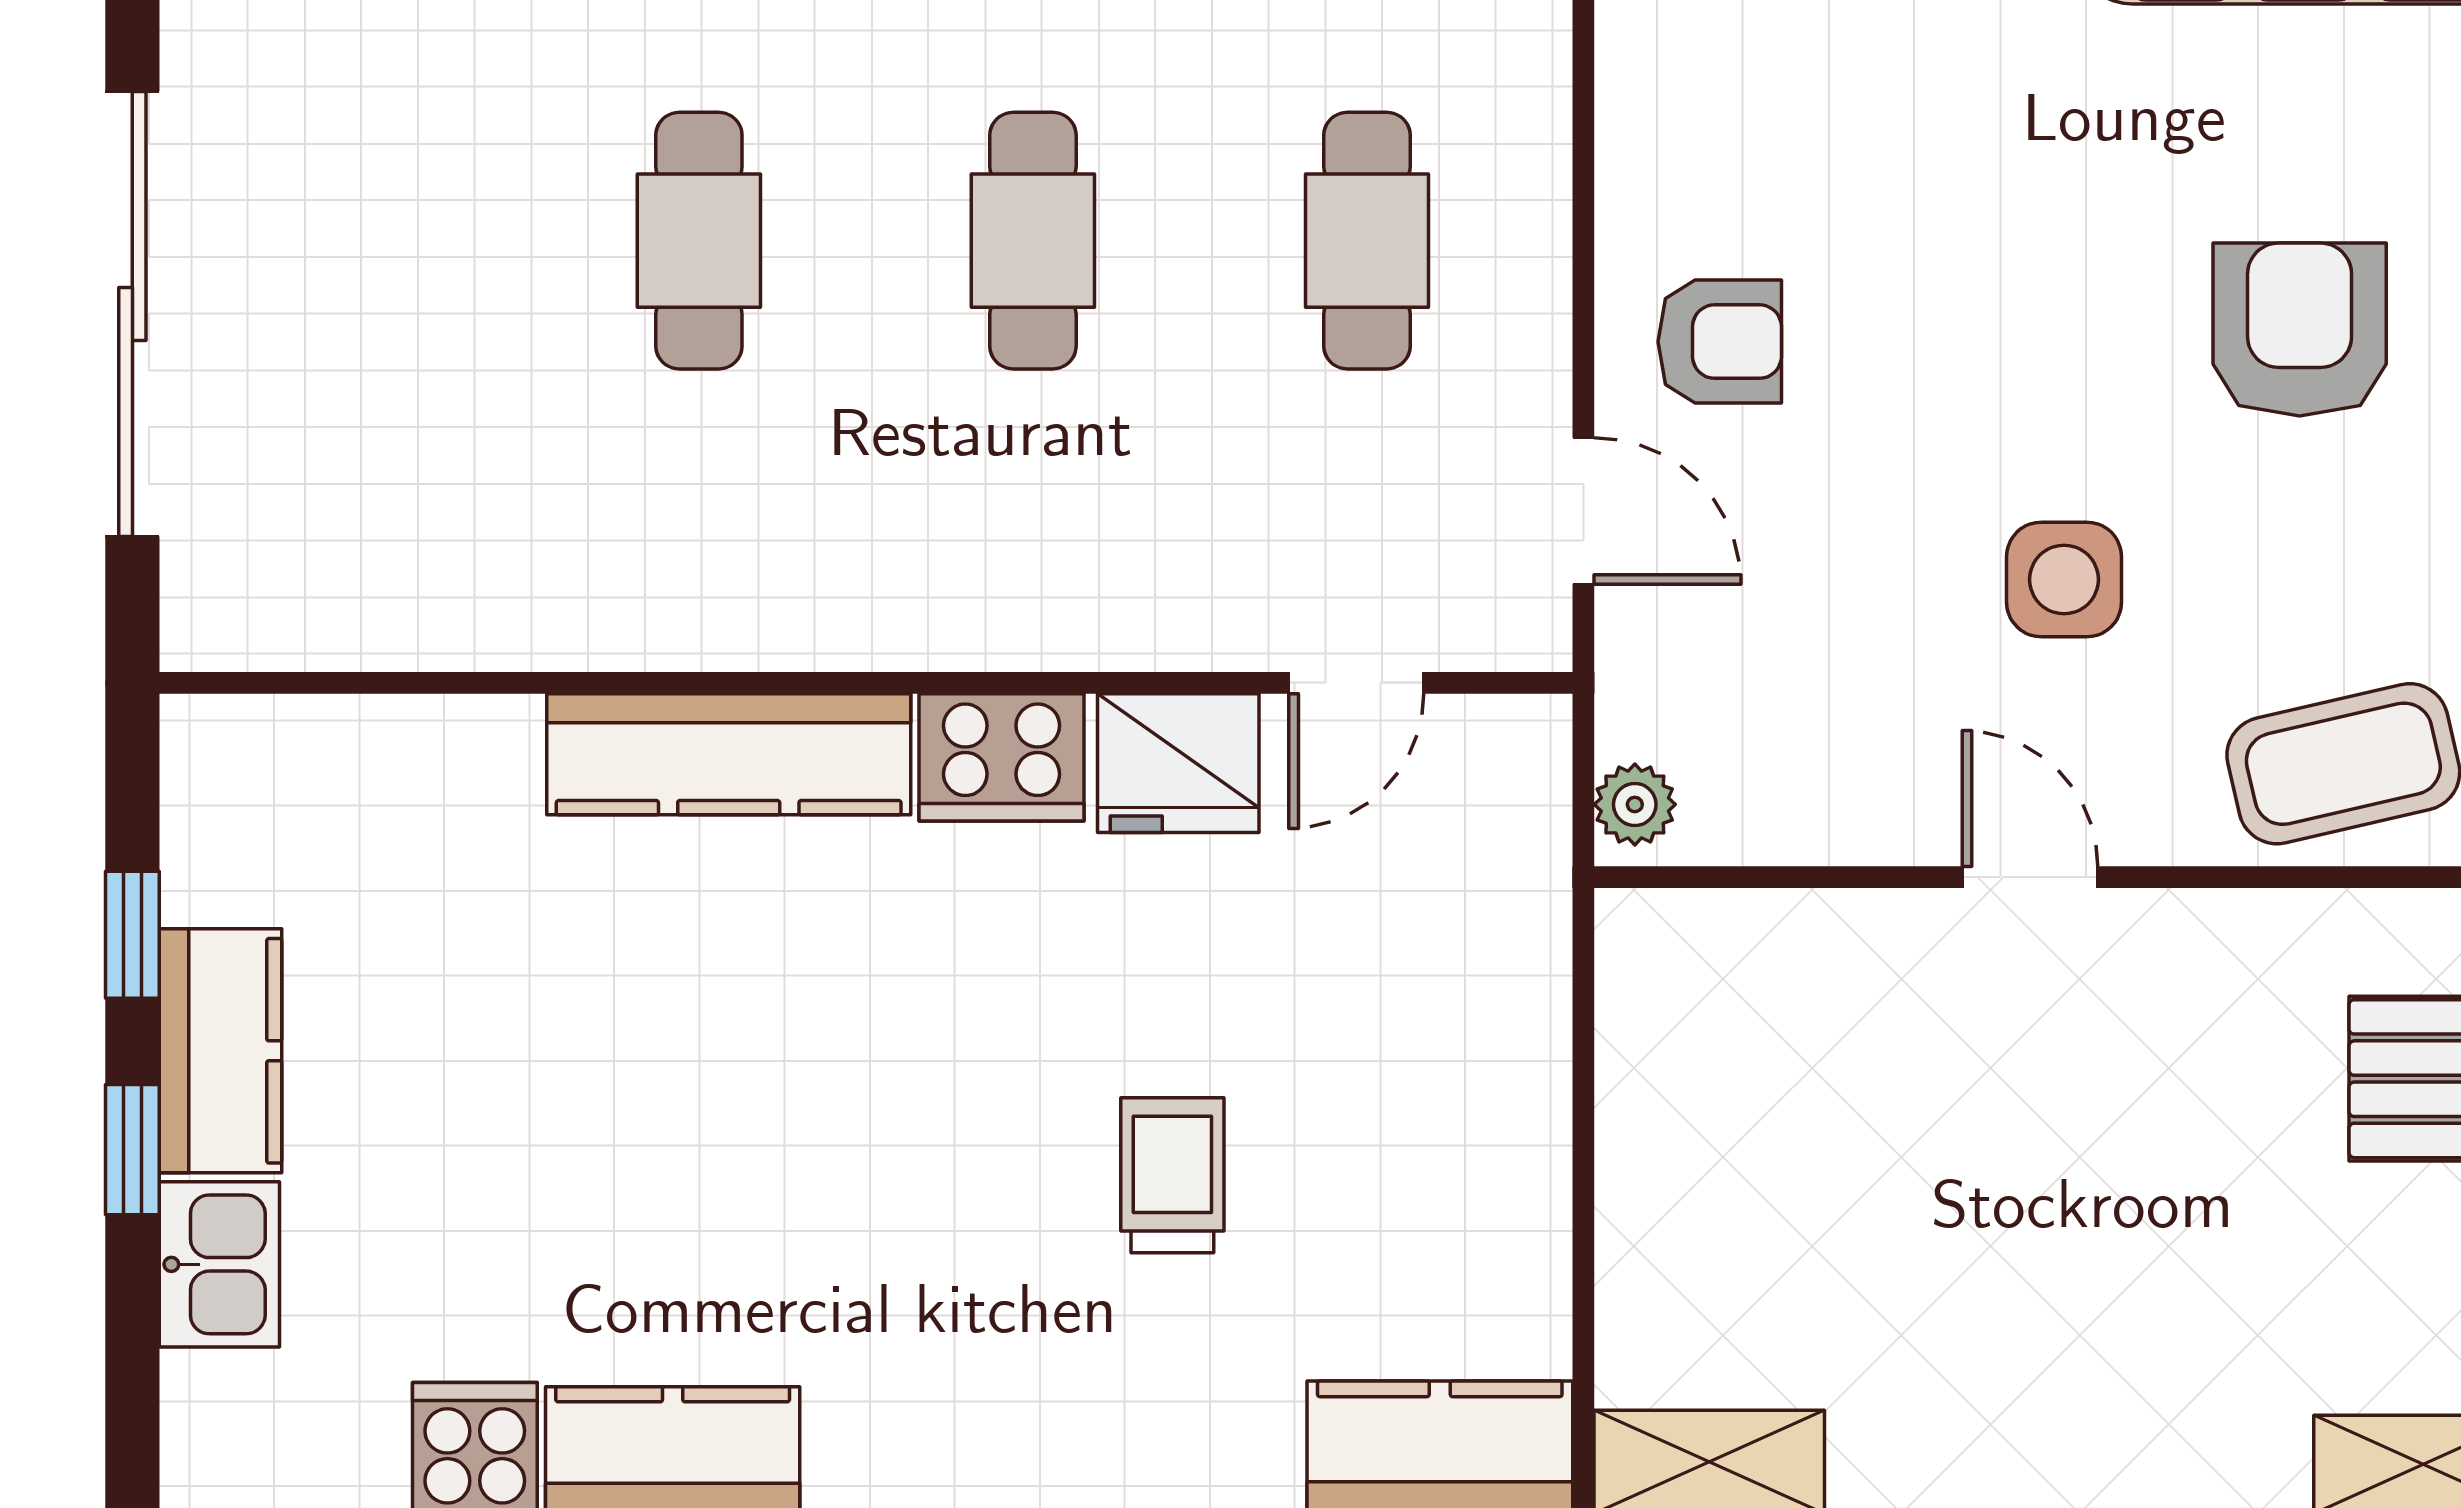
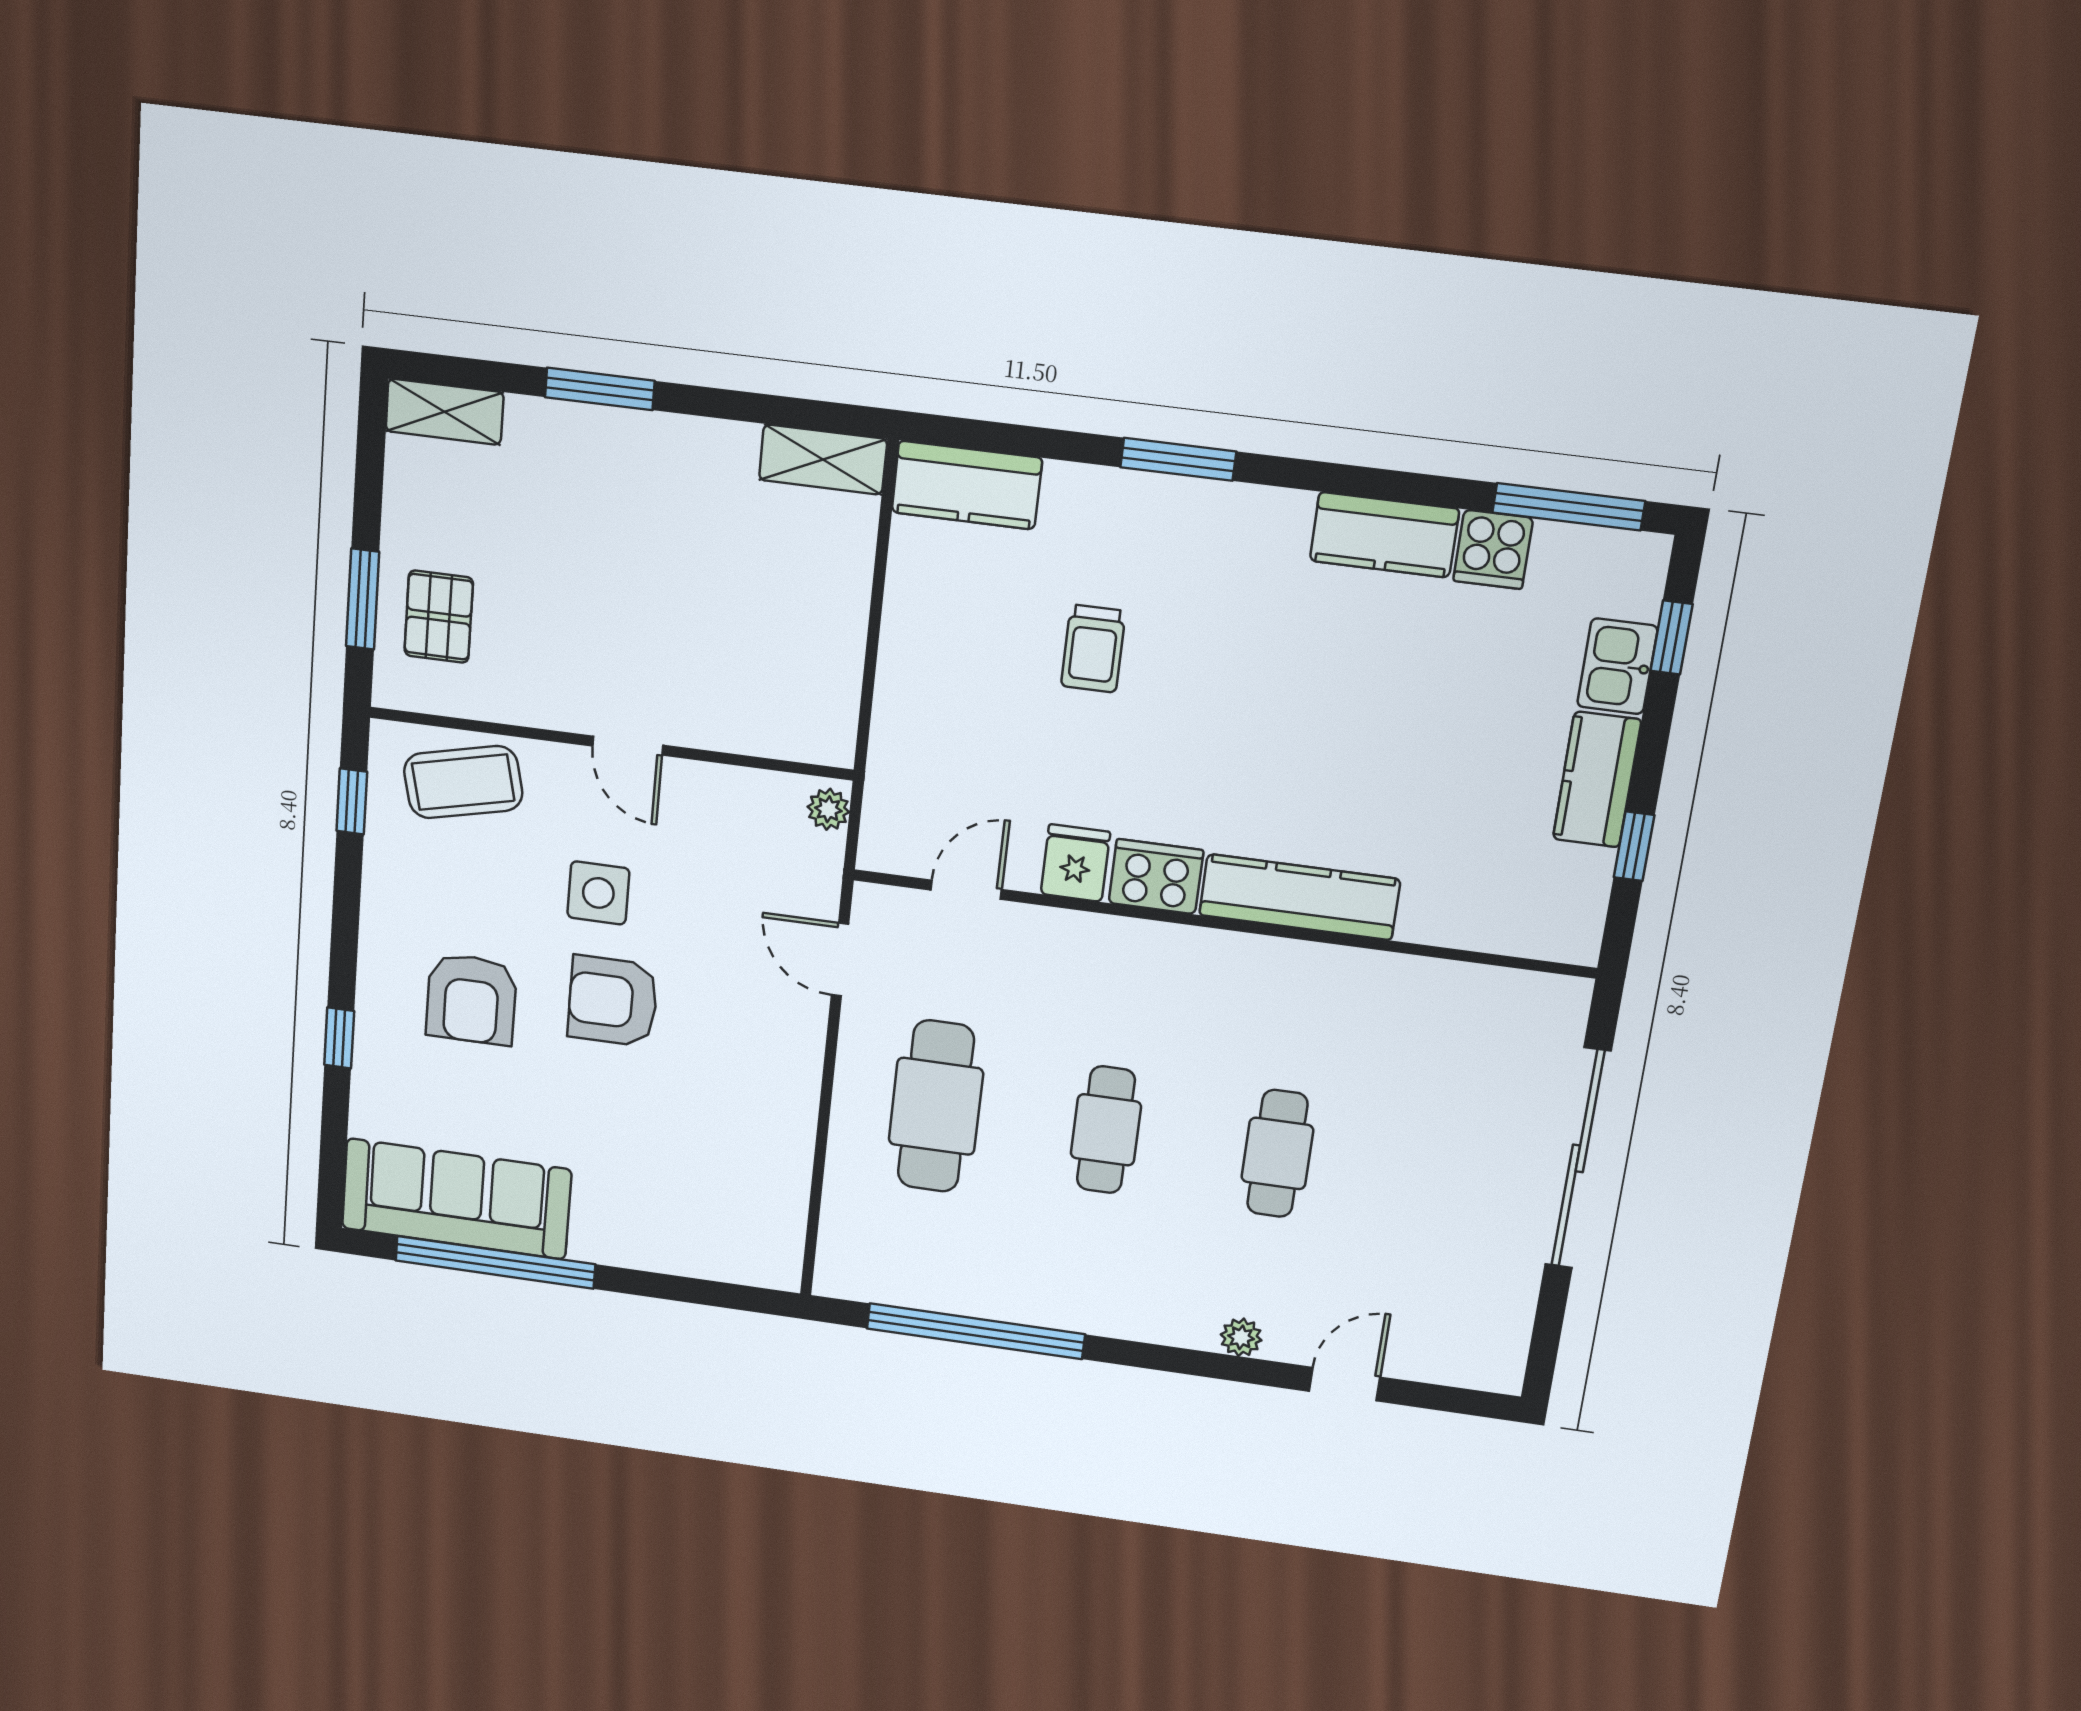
cafe table: (1367, 241) -> (936, 1106), width x1.37, depth x1.35
armchair: (1720, 342) -> (613, 1001), moved, width x1.38, depth x1.38
fridge: (1178, 763) -> (1075, 863), width x0.72
window: (132, 1150) -> (1671, 637), moved

